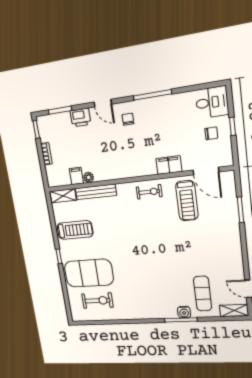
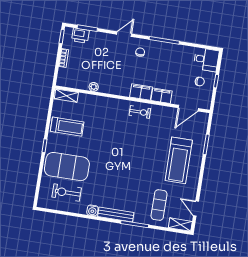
door: (103, 103) -> (124, 34), swing flipped
printer: (80, 118) -> (80, 35), moved
door: (206, 171) -> (188, 108), hinge flipped
filing cabinet: (76, 176) -> (141, 92), moved, width x2.00
bench: (96, 192) -> (116, 214), moved
treadmill: (187, 201) -> (179, 160), moved, width x1.37, depth x1.38
exercise bike: (97, 301) -> (67, 192), turned 180
water cooler: (184, 312) -> (92, 210), moved

